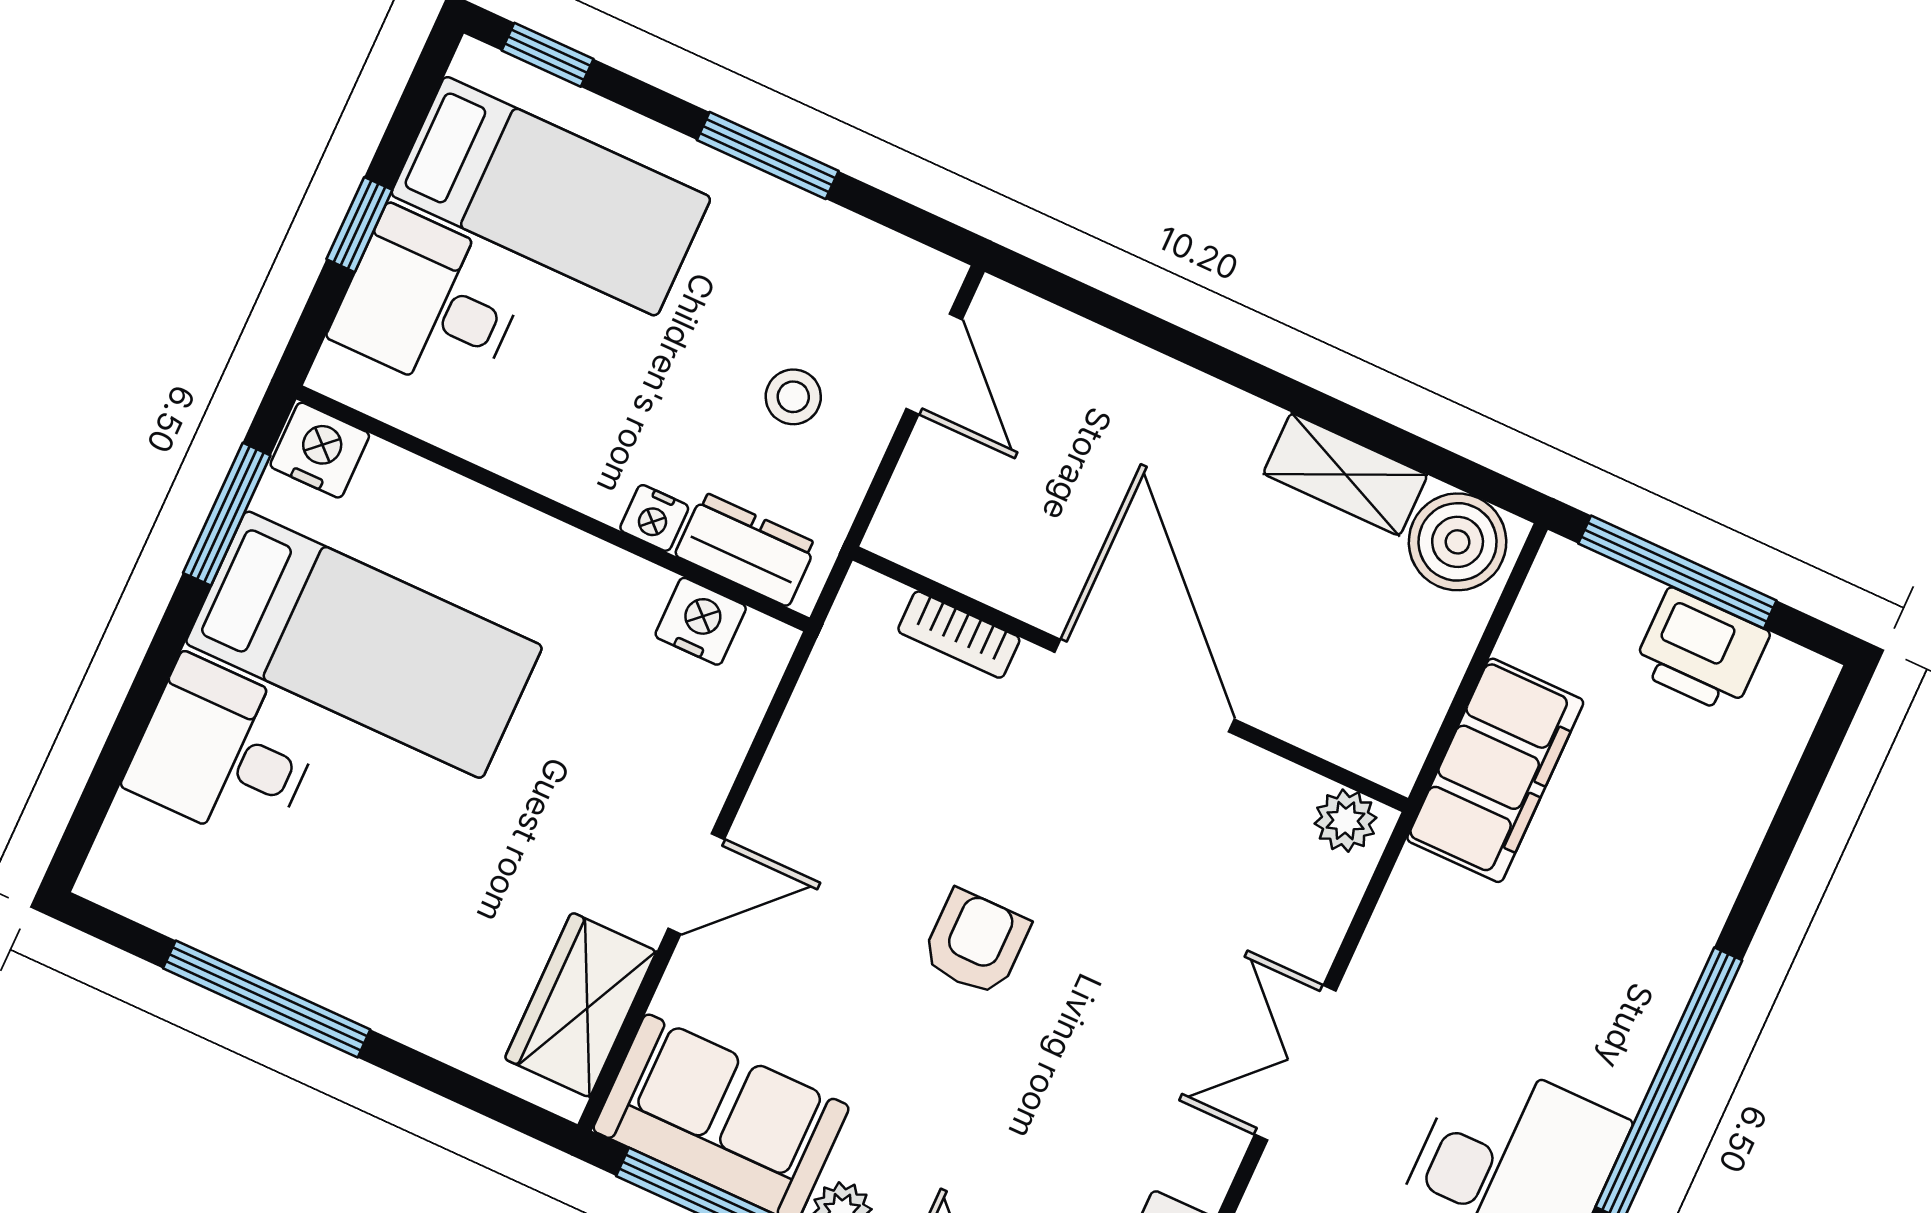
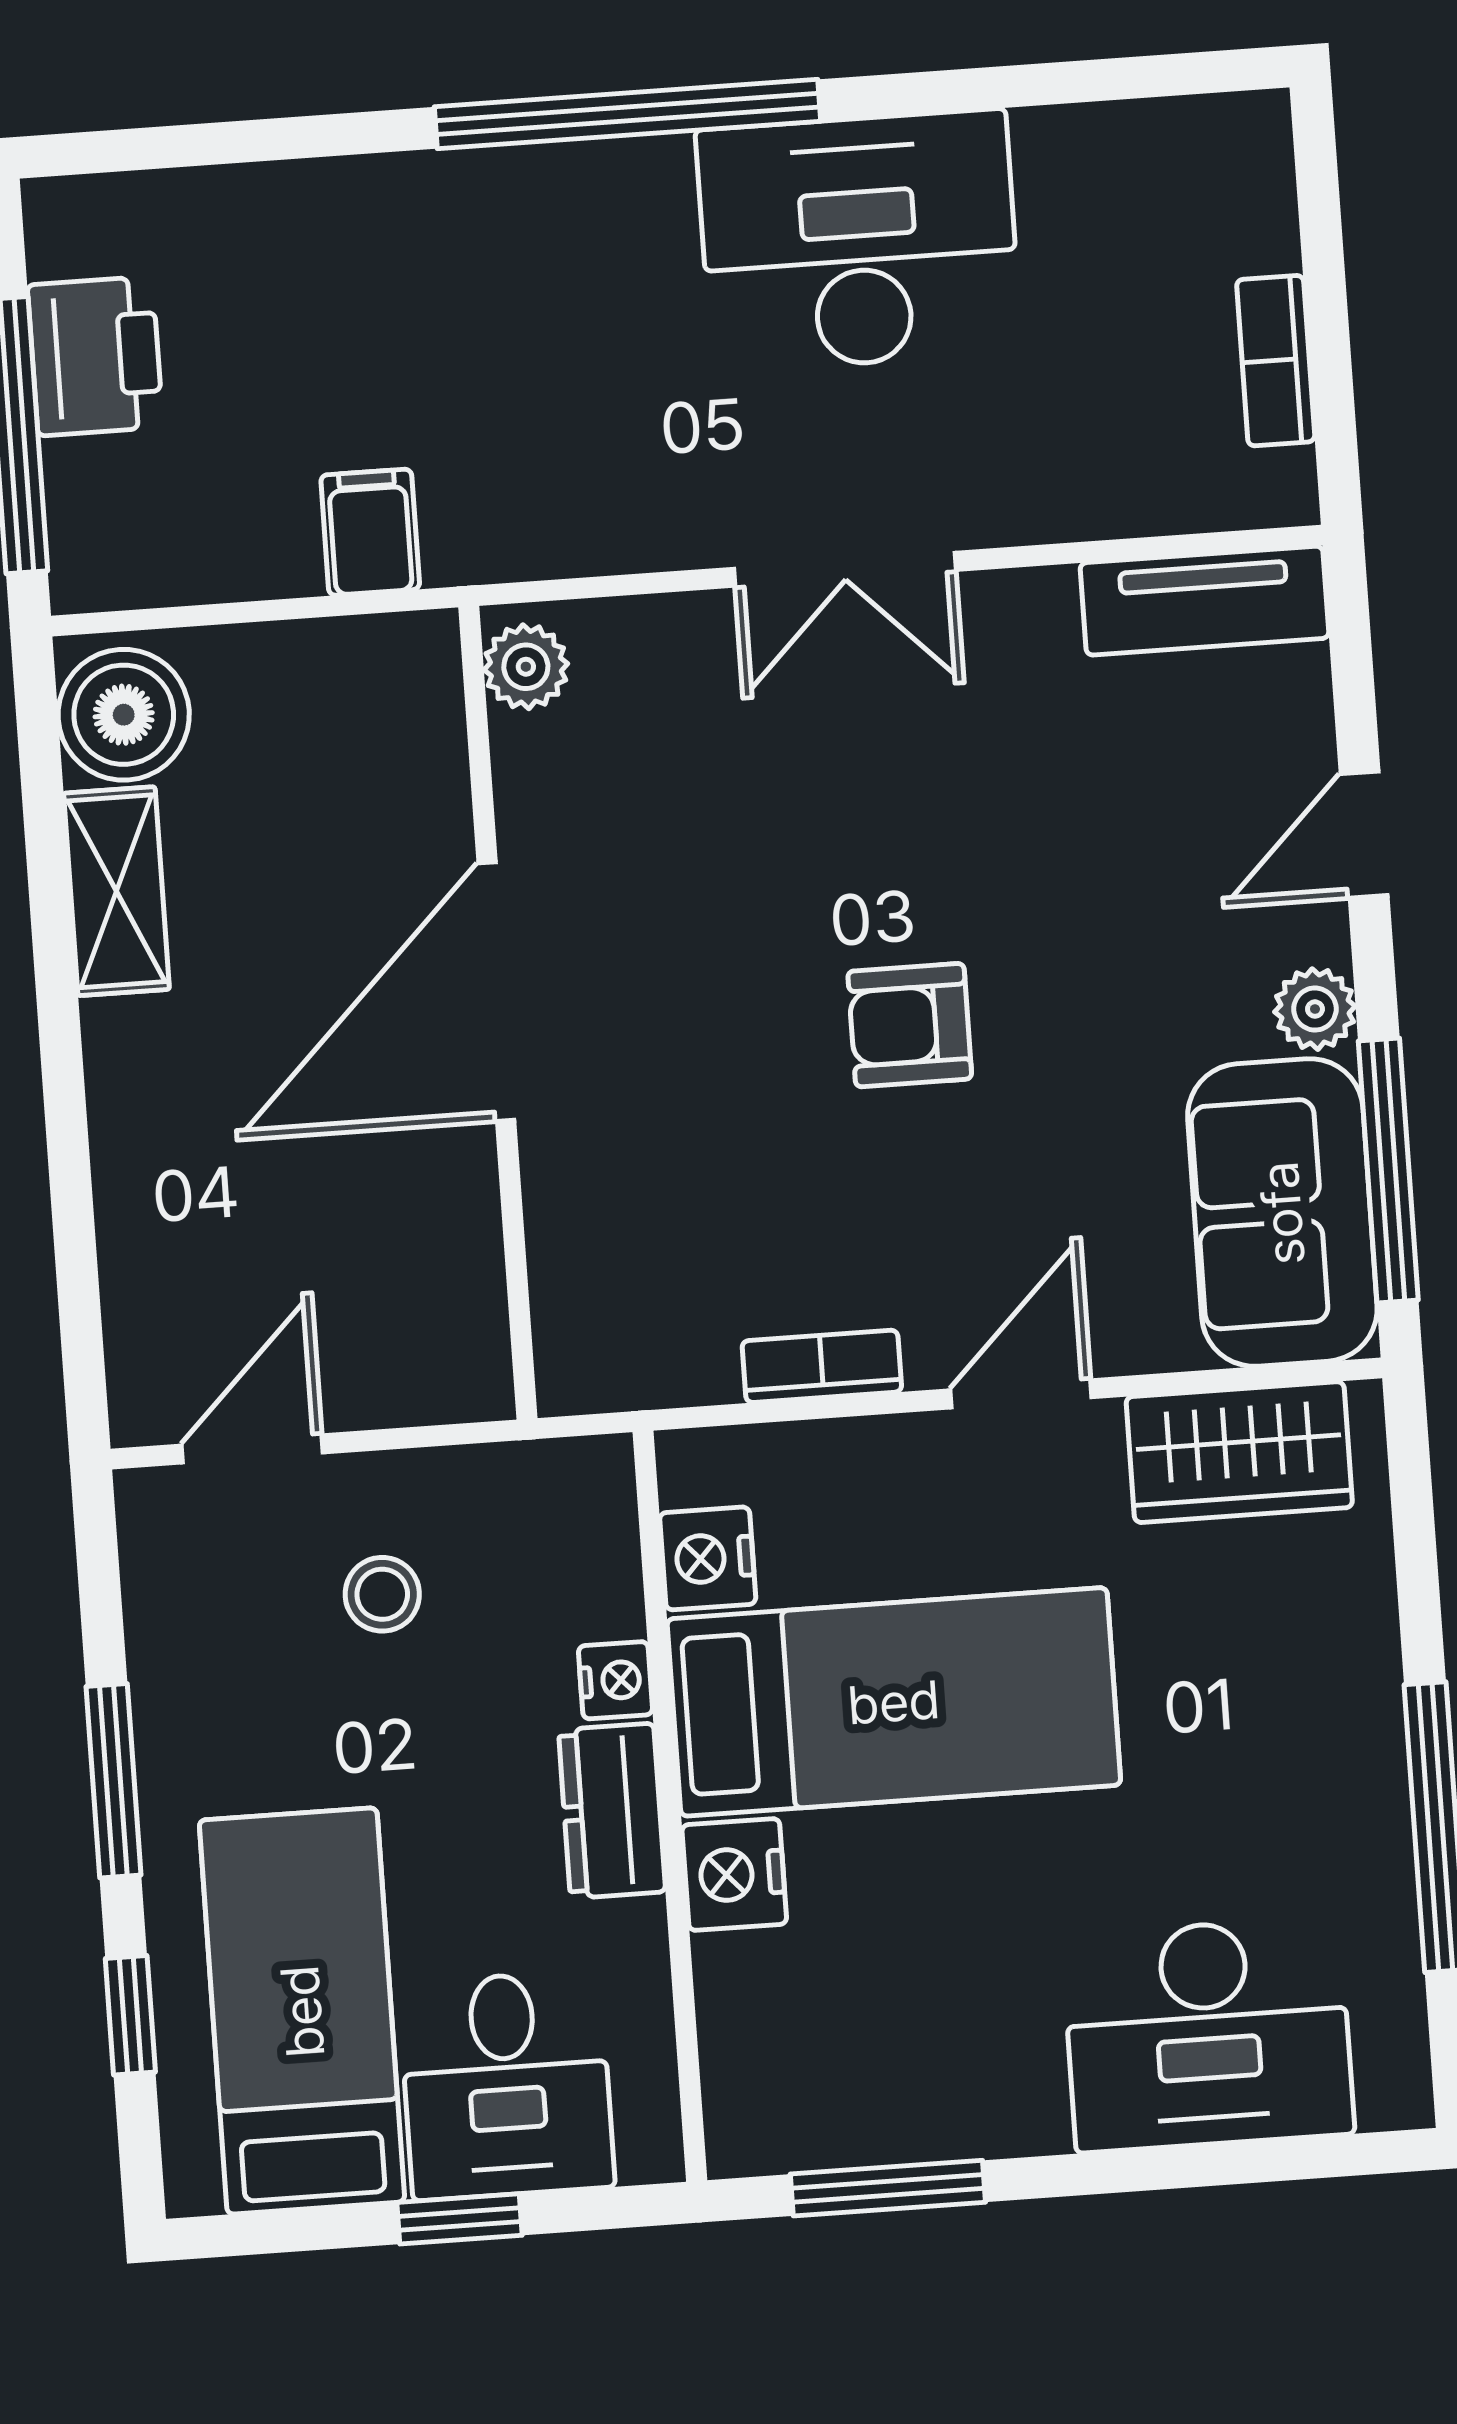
window: (548, 55) -> (130, 2015), moved
nightstand: (320, 450) -> (734, 1874), moved
dresser: (746, 549) -> (612, 1811), moved
bookcase: (959, 635) -> (822, 1366), moved, turned -90
bed: (364, 645) -> (894, 1702), moved, turned 90
desk: (225, 752) -> (1208, 2034), width x1.37
filing cabinet: (1495, 770) -> (370, 532), width x0.33, depth x0.86
door: (696, 884) -> (1021, 1394), hinge flipped

